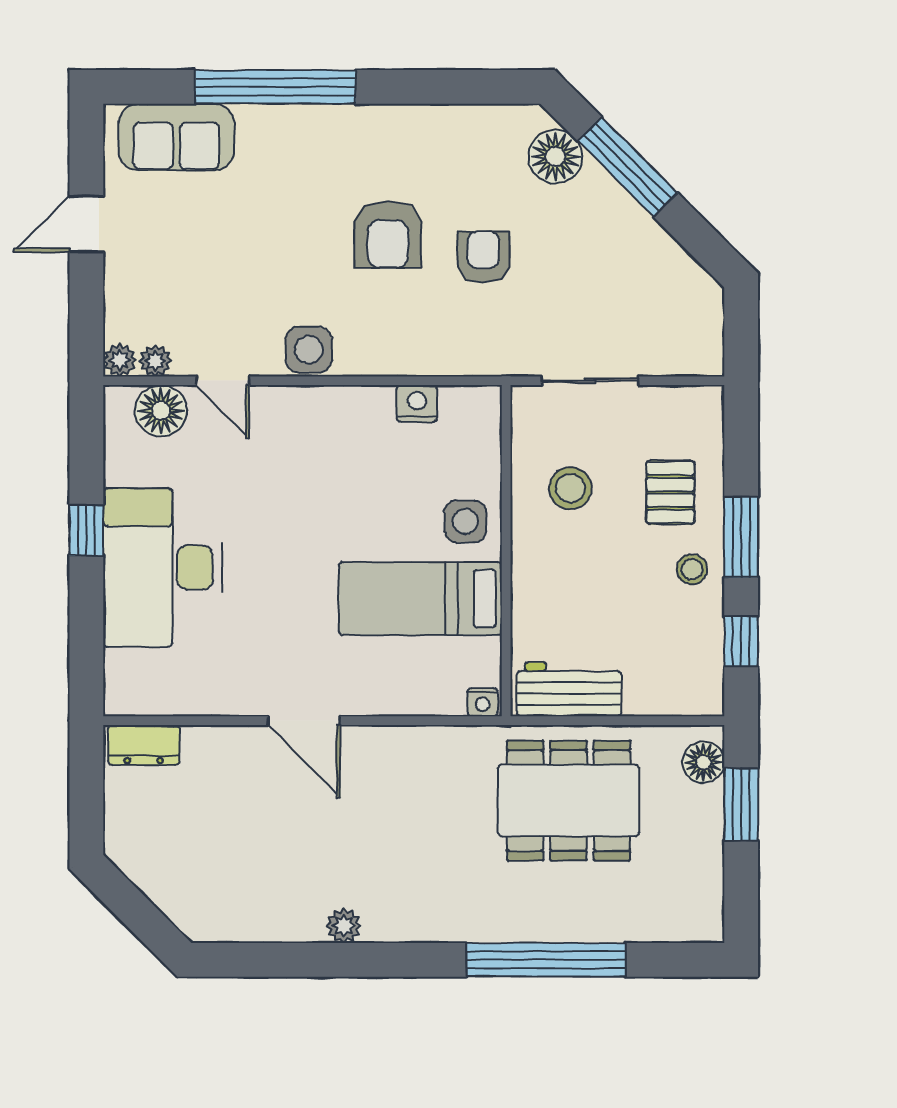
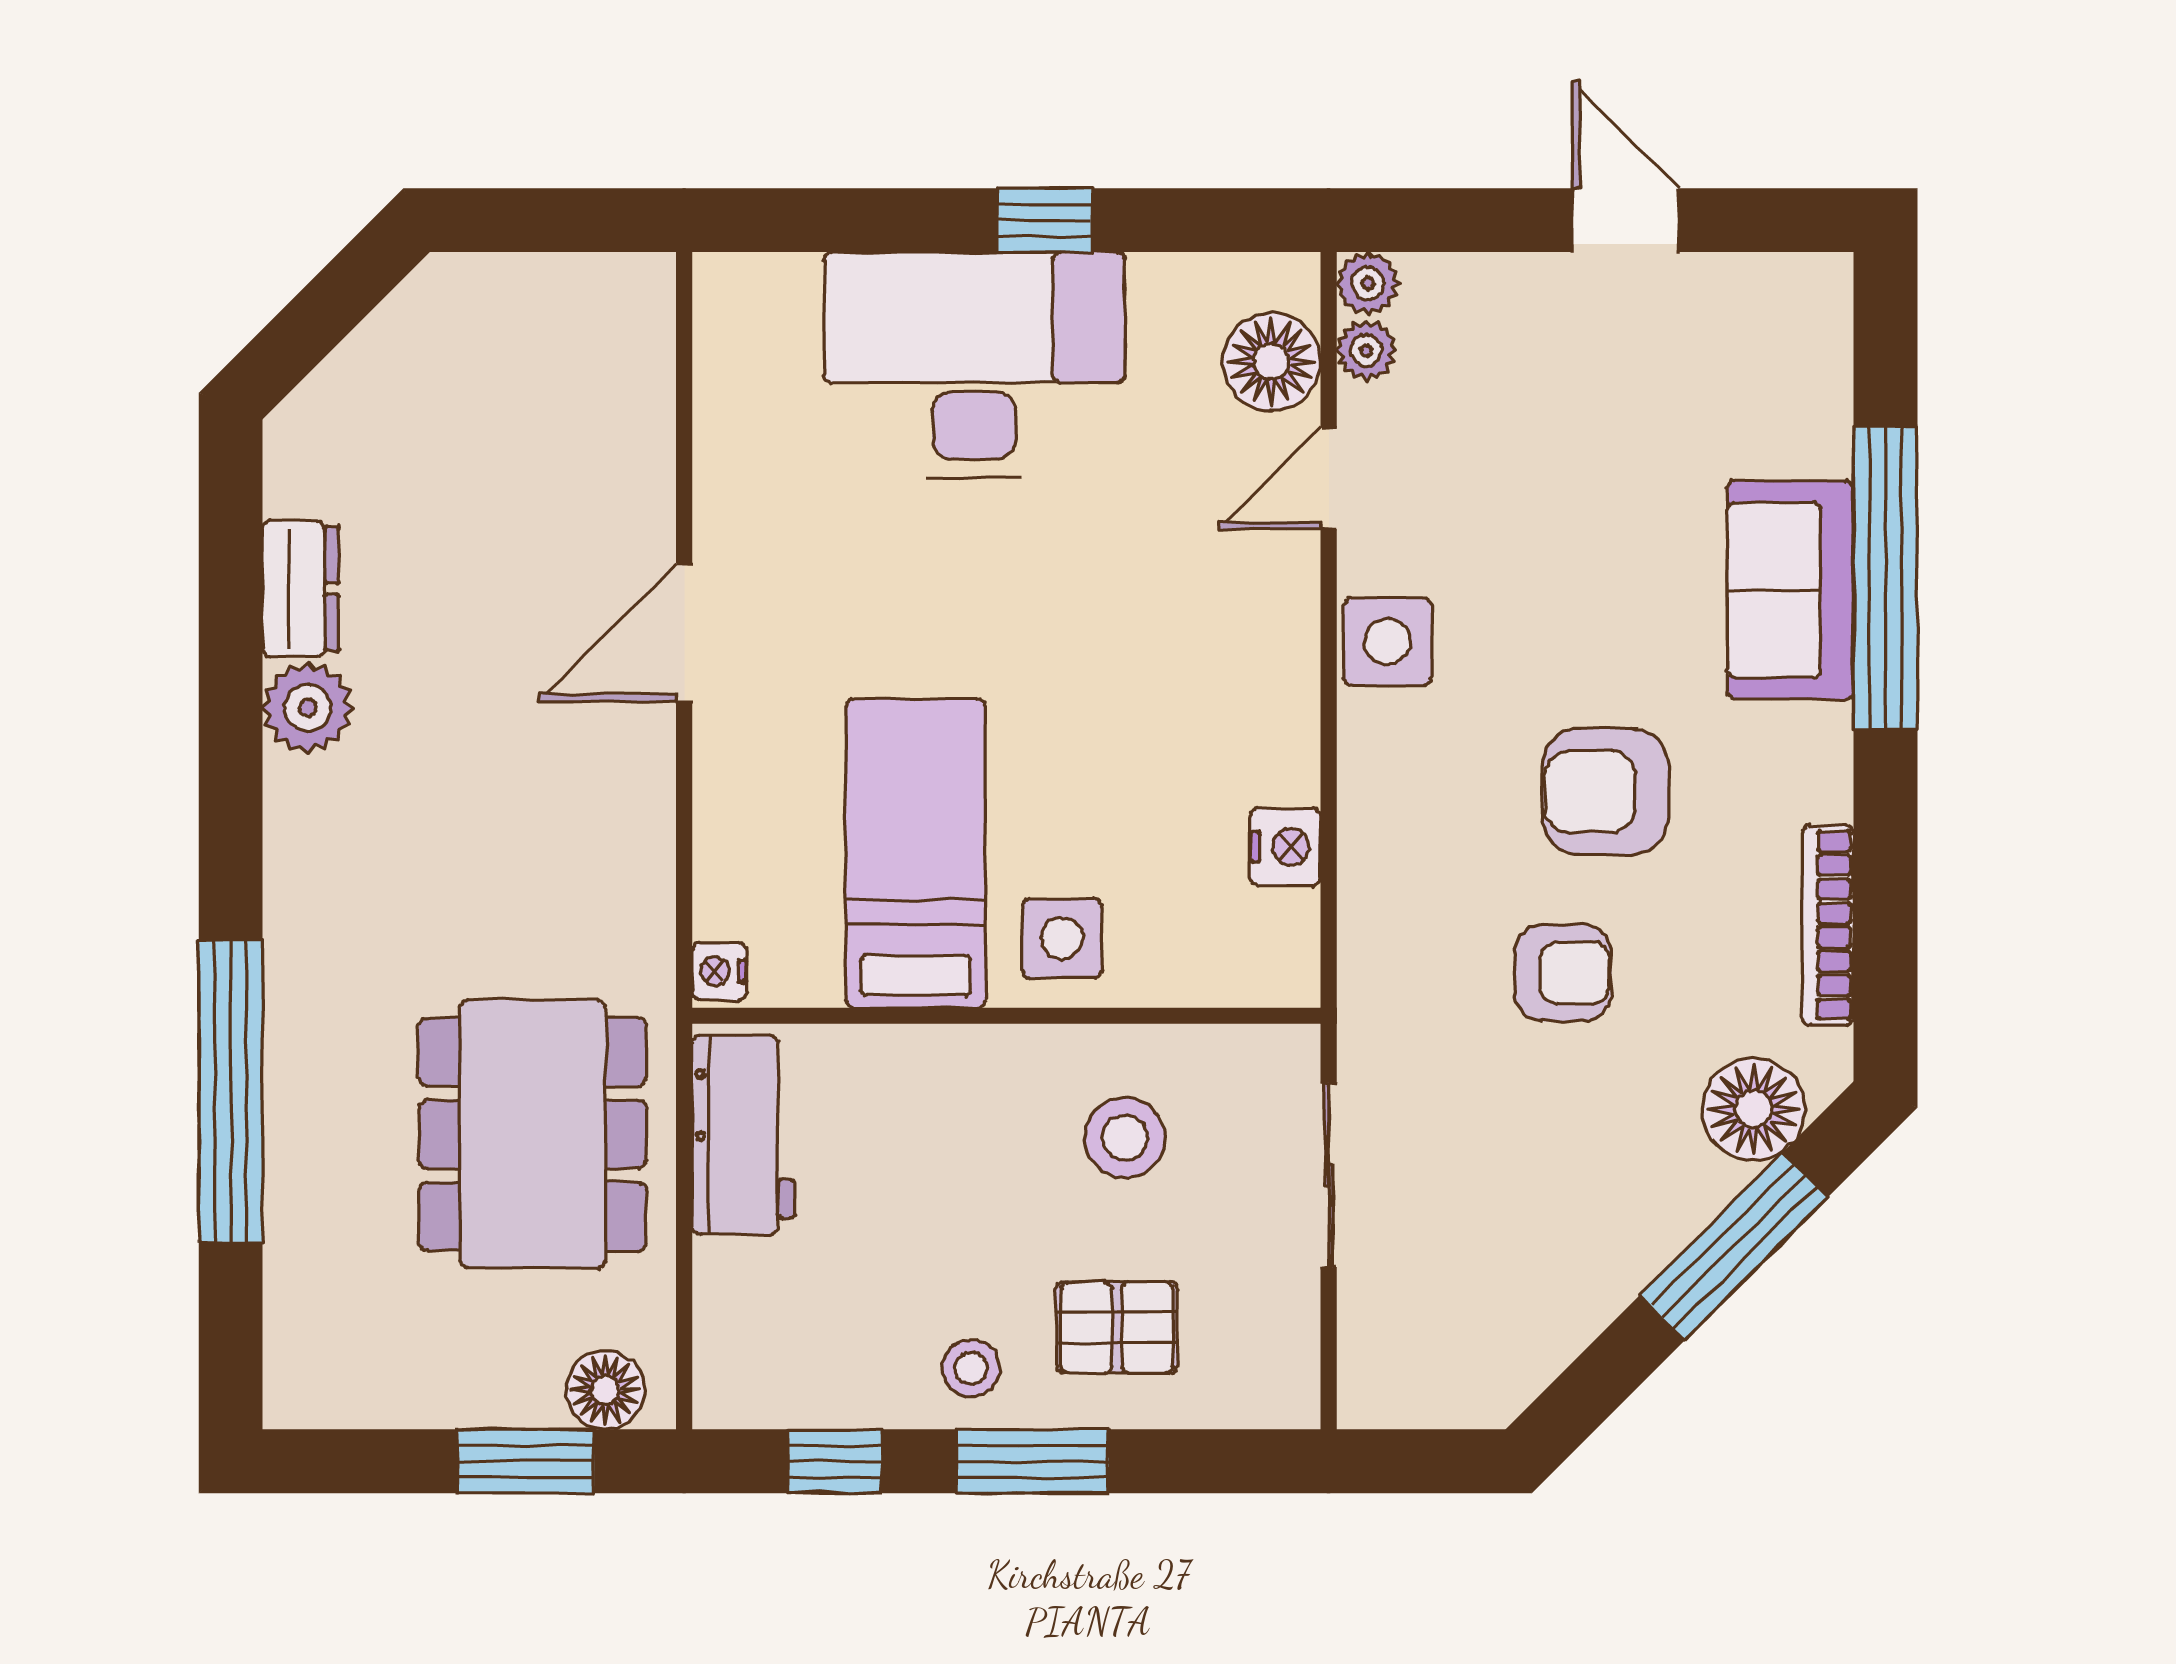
bookcase: (458, 117) -> (1828, 925), added
sofa: (176, 137) -> (1790, 590), moved
dresser: (144, 745) -> (301, 589), moved, turned 180
plant: (344, 926) -> (308, 708), width x1.38, depth x1.38

